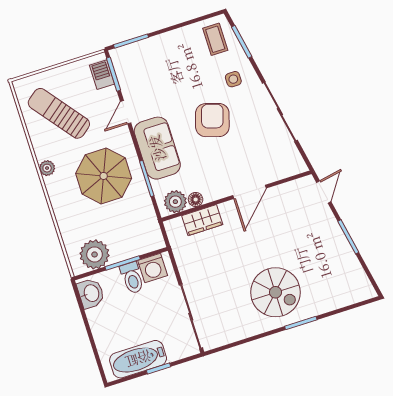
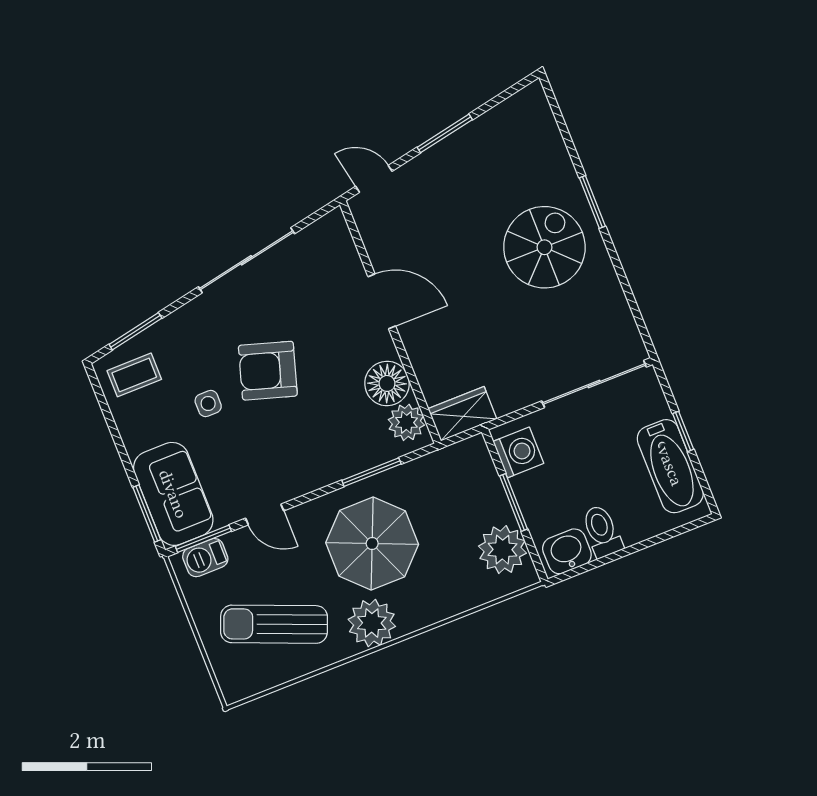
side table: (233, 79) -> (208, 404), moved
sun lounger: (59, 113) -> (274, 624), turned 60
sofa: (157, 148) -> (173, 494), moved, turned 90
plant: (47, 168) -> (372, 623), width x1.88, depth x1.88
floor lamp: (196, 199) -> (387, 383), width x1.89, depth x1.89
wardrobe: (202, 220) -> (462, 414), moved, turned -90
toilet: (132, 278) -> (602, 531), moved, turned -90

